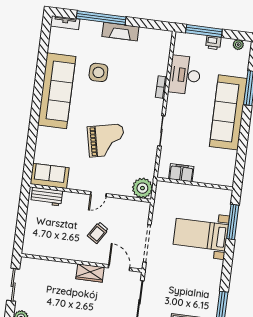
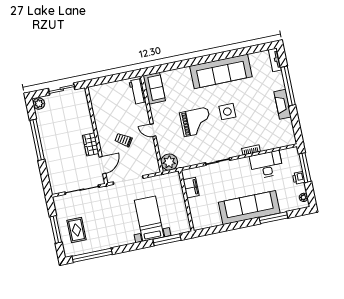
side table: (98, 72) -> (227, 112), moved
grand piano: (106, 141) -> (196, 122), turned -78

